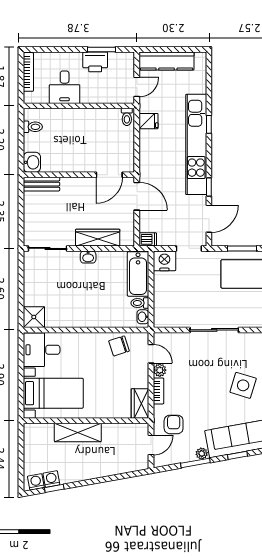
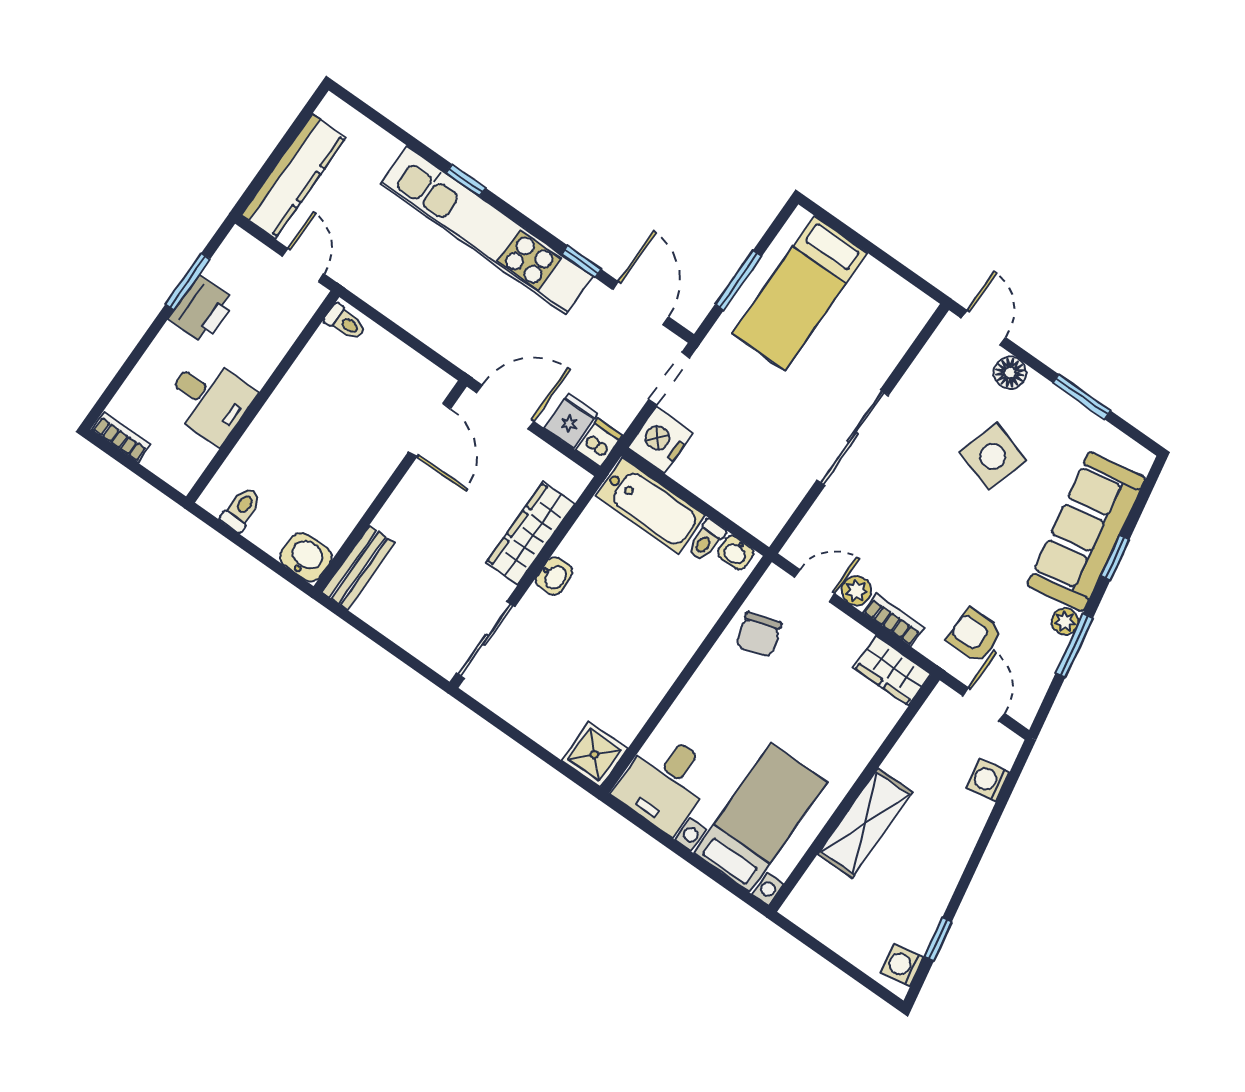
bookcase: (28, 72) -> (121, 437), width x0.64
fridge: (149, 121) -> (571, 421), moved
washing machine: (51, 479) -> (988, 780), moved

